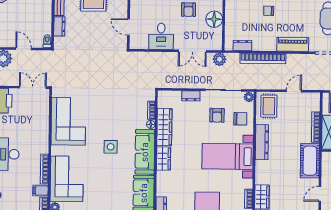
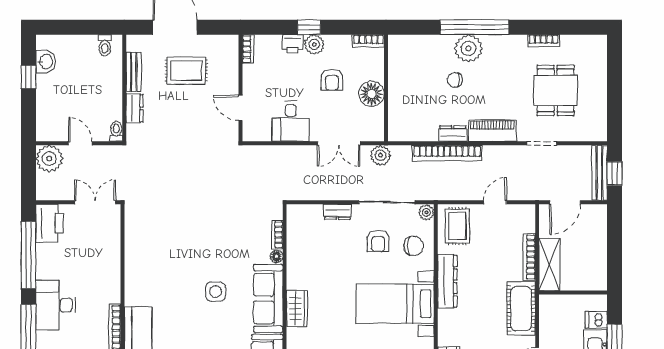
dresser: (242, 45) -> (453, 134), moved
corner sofa: (68, 121) -> (150, 253), removed
wardrobe: (164, 127) -> (298, 260), removed

